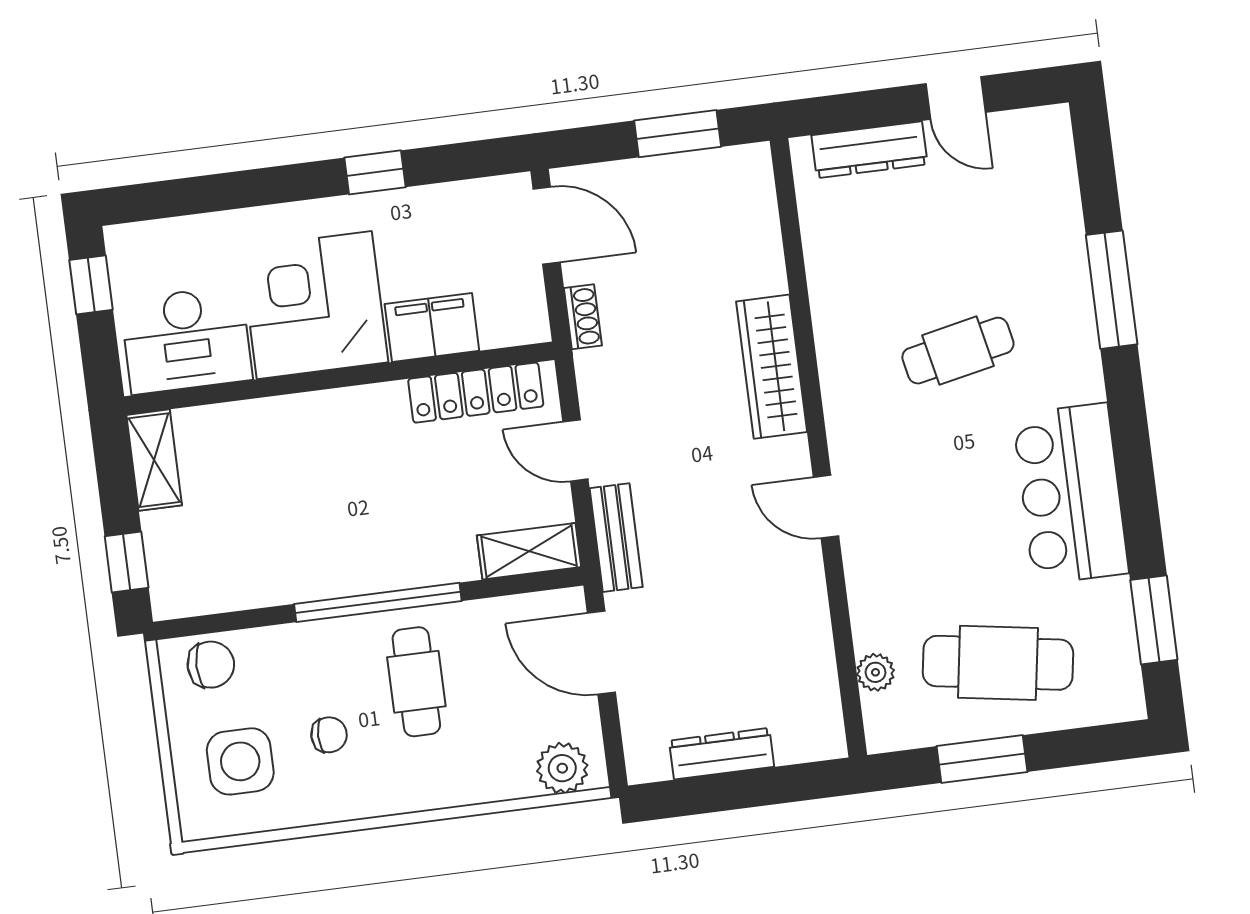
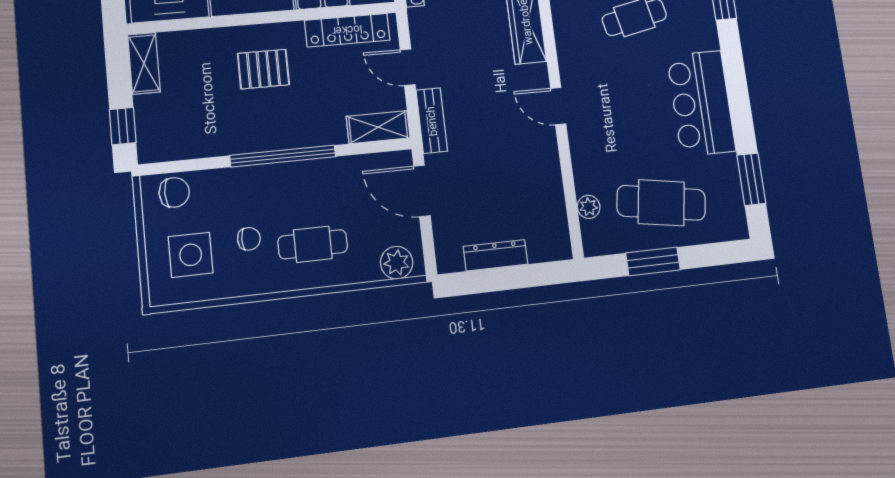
pallet: (342, 462) -> (263, 69), added
cafe table: (416, 682) -> (313, 244), moved, turned 90

